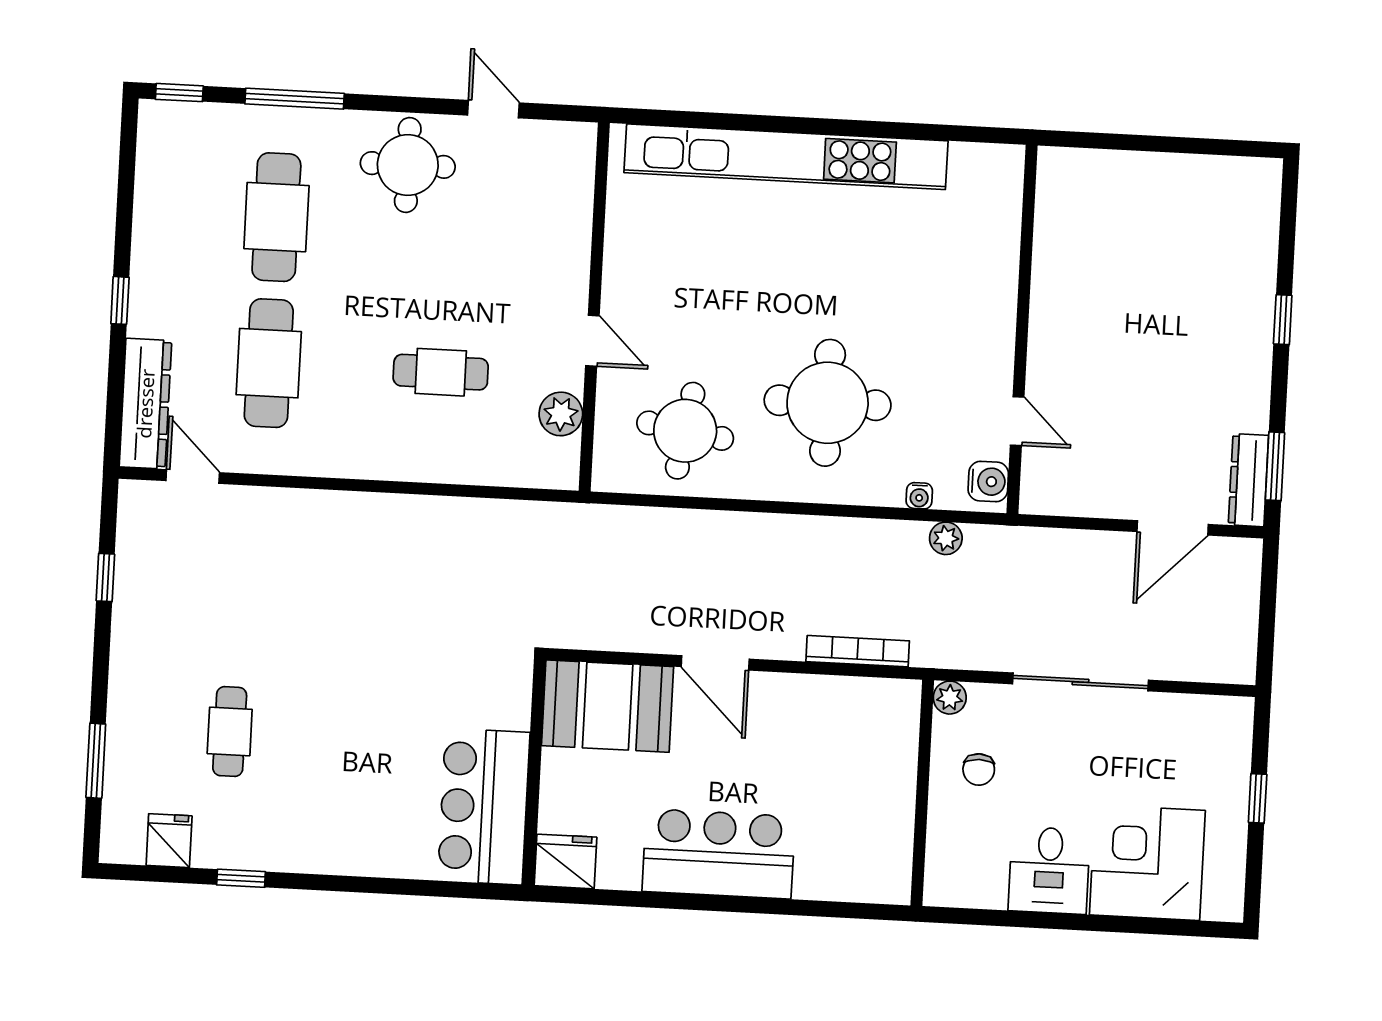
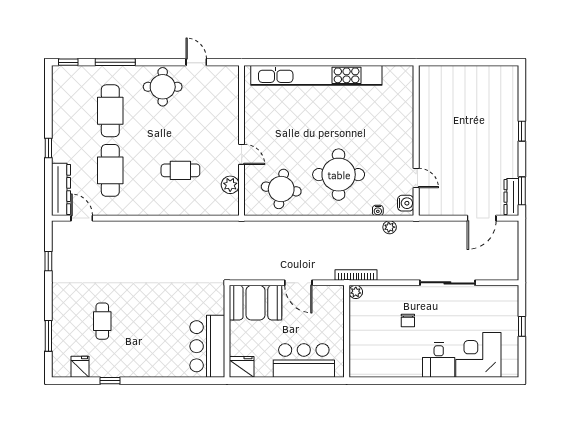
plant: (950, 698) -> (356, 292), moved
wall: (922, 793) -> (347, 331), moved

